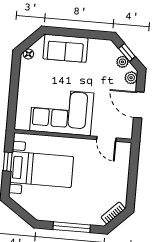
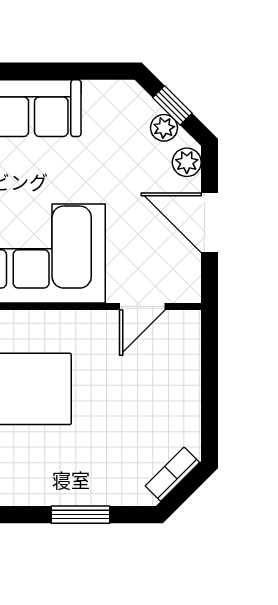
door: (106, 139) -> (142, 306), hinge flipped
window: (72, 227) -> (80, 515), width x0.69

